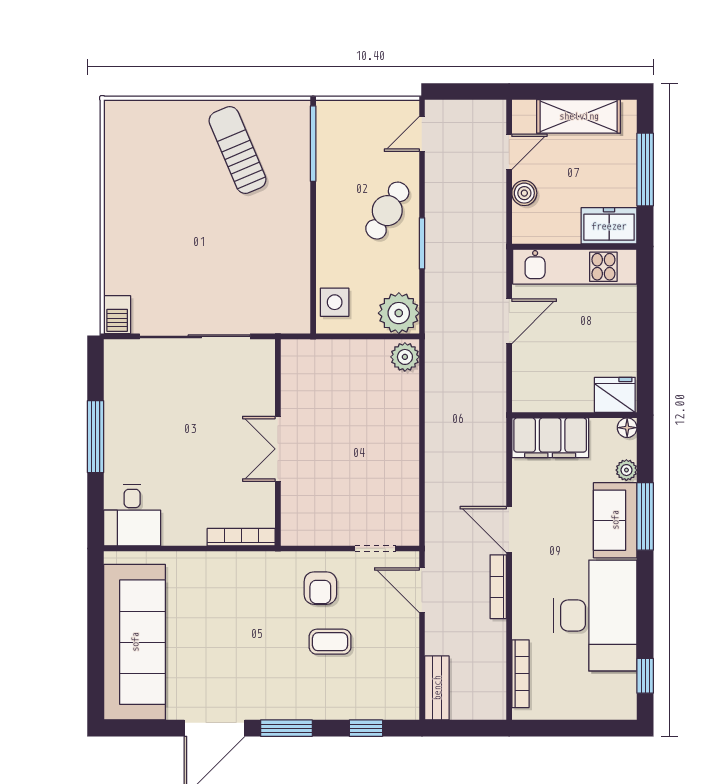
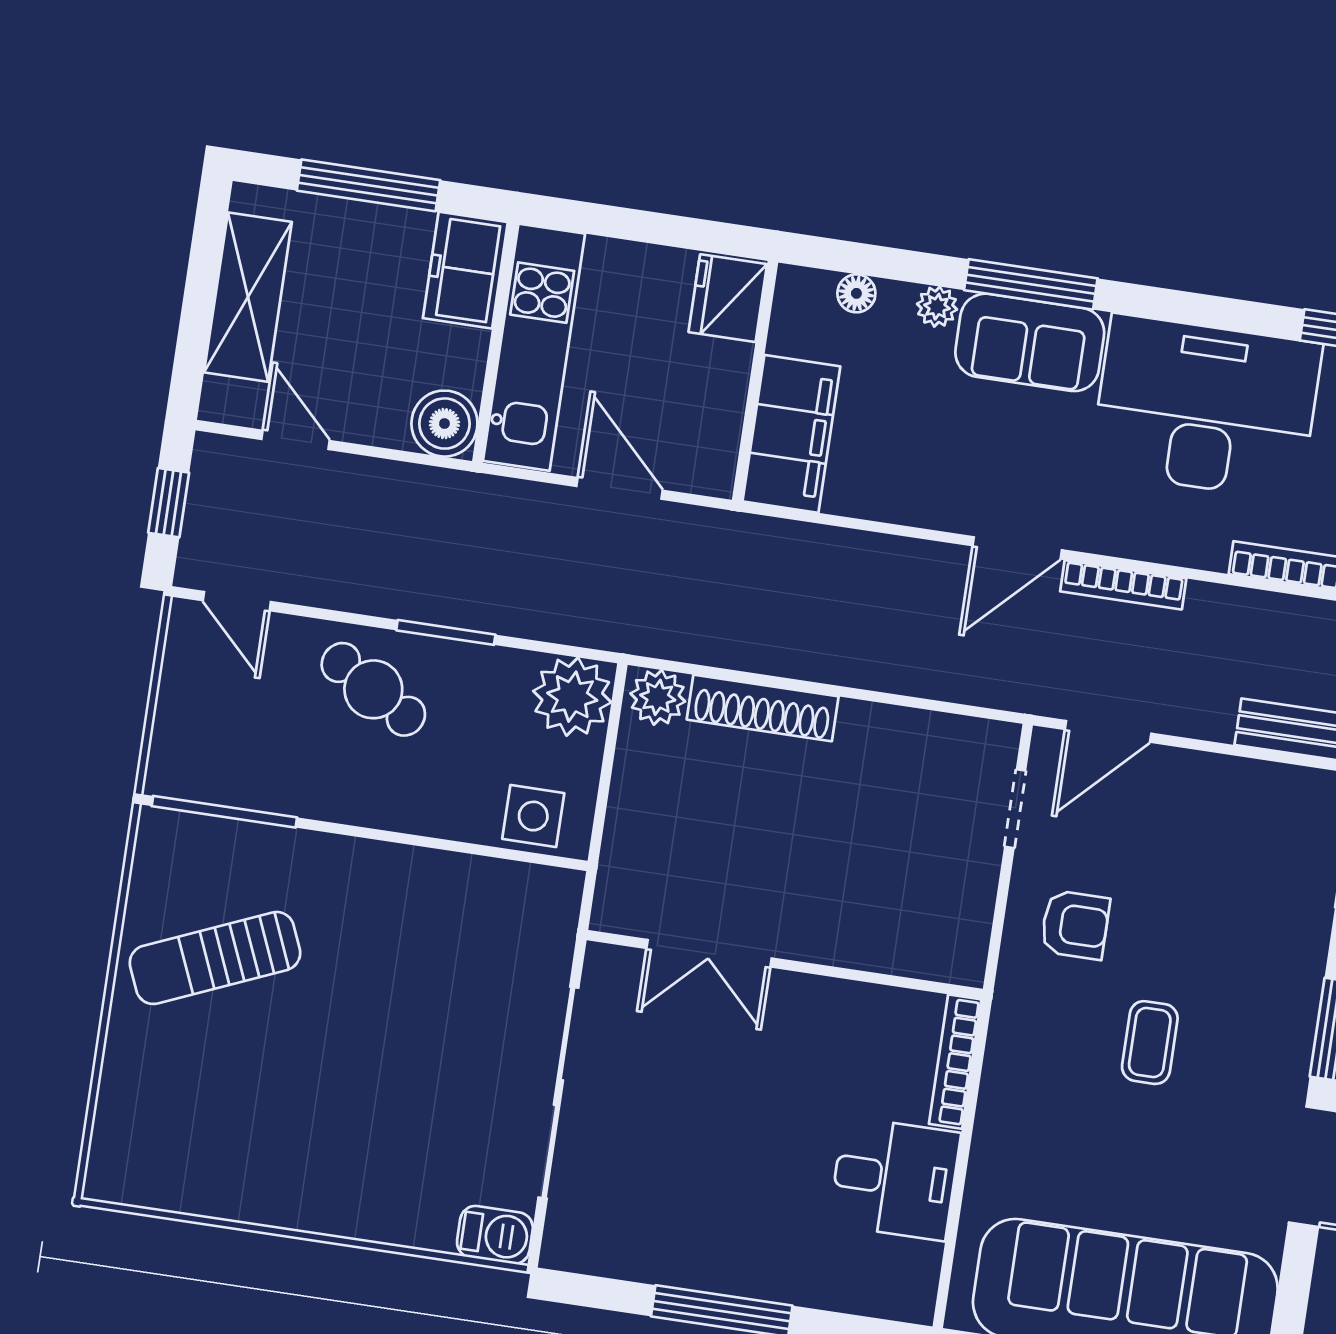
window: (467, 91) -> (169, 503), added
boiler: (524, 193) -> (444, 424), moved, width x1.36, depth x1.36
fridge: (615, 395) -> (728, 298), moved
shoe rack: (408, 411) -> (763, 708), added
wall: (574, 415) -> (755, 381), moved
filing cabinet: (550, 438) -> (791, 434), moved
double door: (278, 449) -> (709, 953), moved
desk: (132, 515) -> (895, 1179), moved
coffee table: (330, 642) -> (1150, 1043), moved

